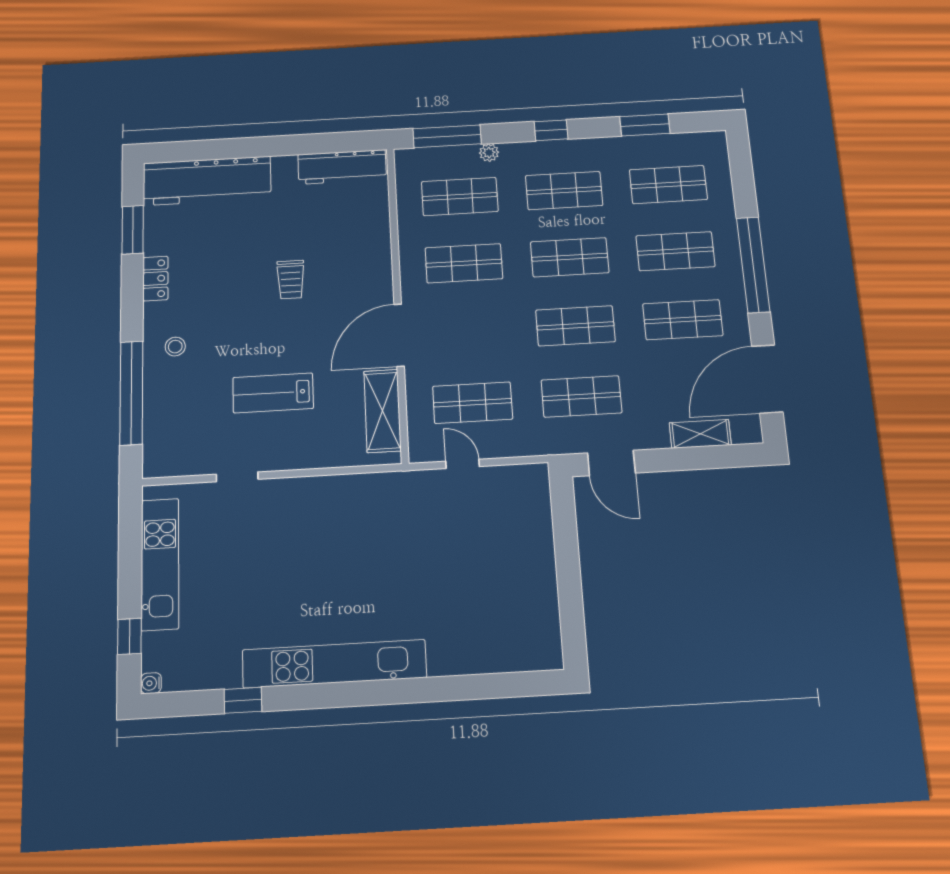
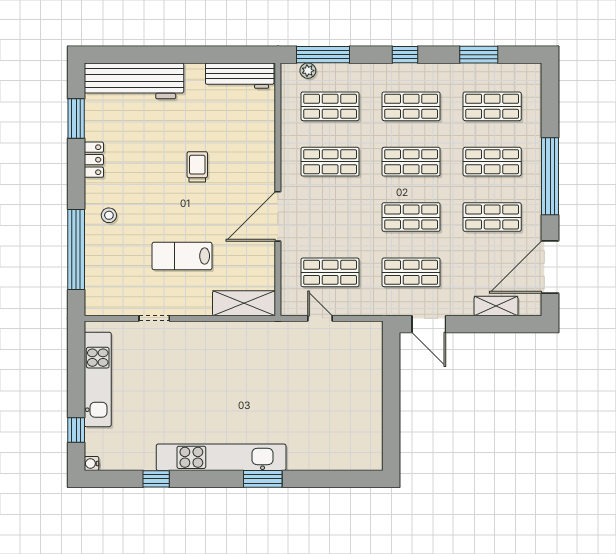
plant: (489, 153) -> (308, 71), moved
trolley: (291, 280) -> (197, 167), turned 180
shelving: (382, 411) -> (244, 303), moved, turned 90
window: (395, 692) -> (263, 479), added

